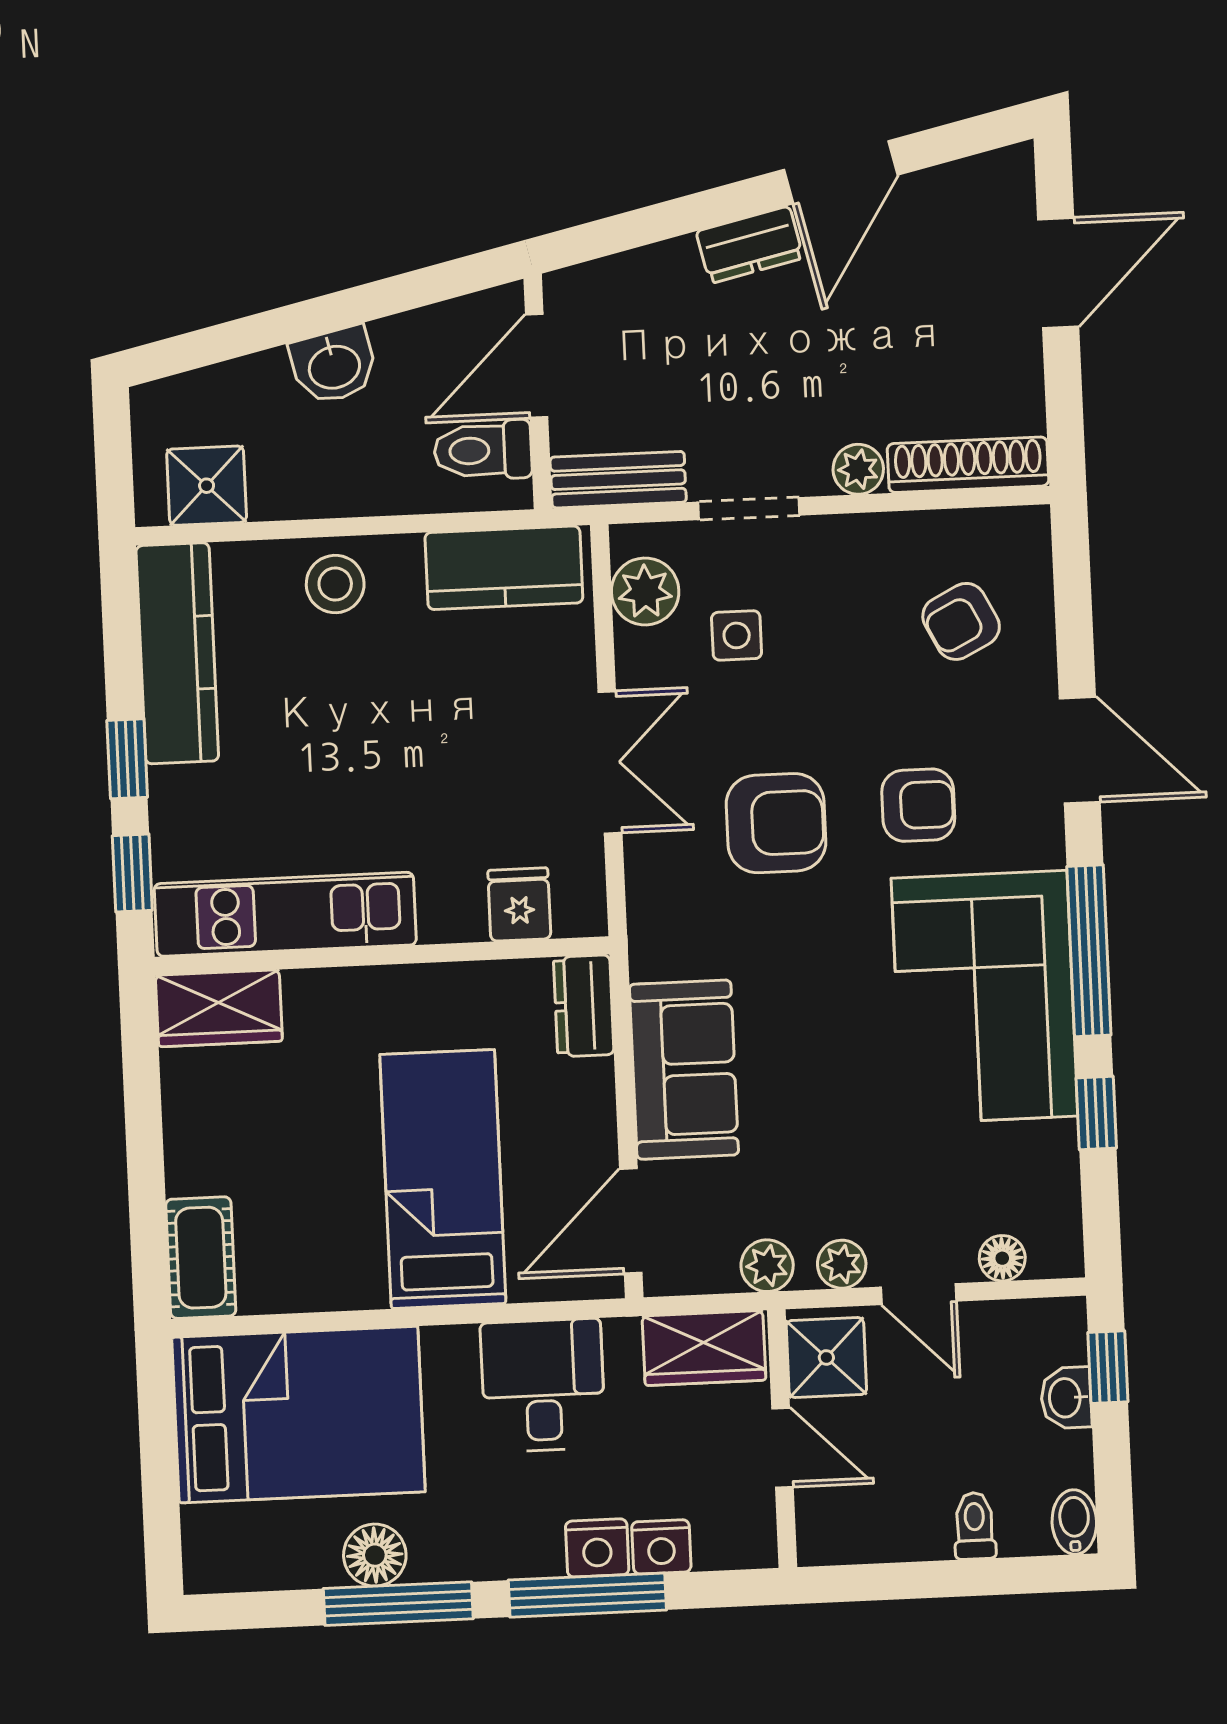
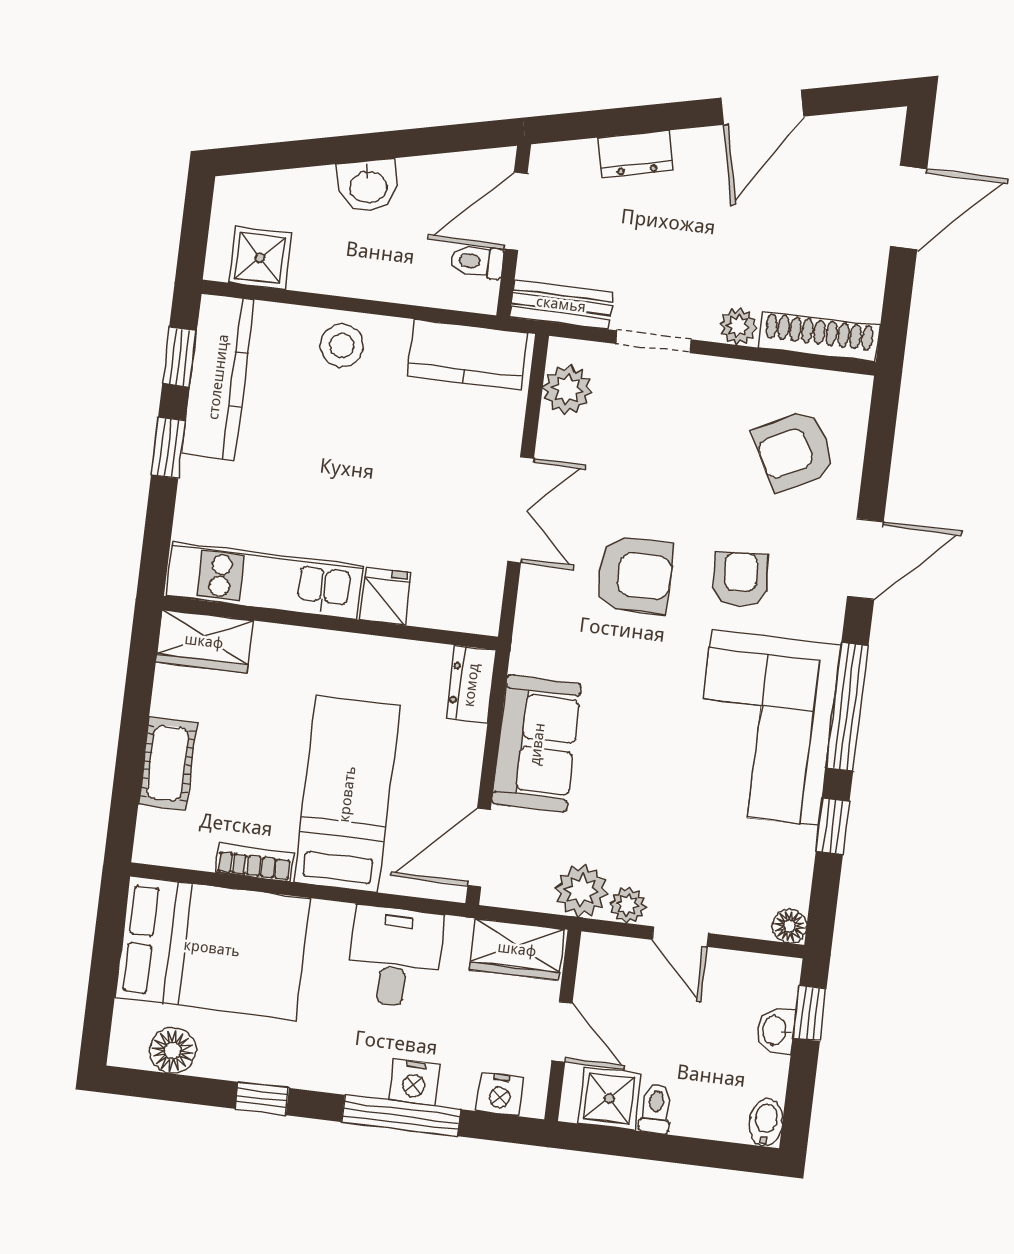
dresser: (750, 245) -> (636, 154), moved
toilet: (483, 450) -> (477, 262), width x0.73, depth x0.72
armchair: (961, 621) -> (795, 450), width x1.38, depth x1.38
side table: (737, 635) -> (629, 433), removed
door: (1080, 750) -> (865, 559), hinge flipped
armchair: (918, 805) -> (741, 579), turned -94
window: (132, 873) -> (179, 357), moved
fridge: (519, 905) -> (385, 596), moved
cot: (201, 1258) -> (167, 763), moved
floor lamp: (1002, 1258) -> (790, 926), moved
plant: (767, 1266) -> (581, 891), width x1.38, depth x1.38
bookcase: (335, 1291) -> (254, 862), added
shower: (826, 1357) -> (609, 1098), moved
toilet: (975, 1526) -> (656, 1108), moved
nightstand: (661, 1547) -> (500, 1094), moved
floor lamp: (375, 1555) -> (173, 1050), moved
window: (398, 1604) -> (262, 1098), width x0.46

